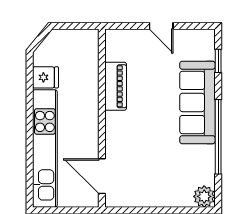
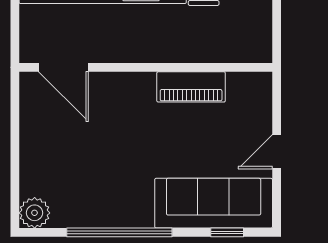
sofa: (197, 102) -> (214, 203), moved
door: (102, 176) -> (63, 67), swing flipped

